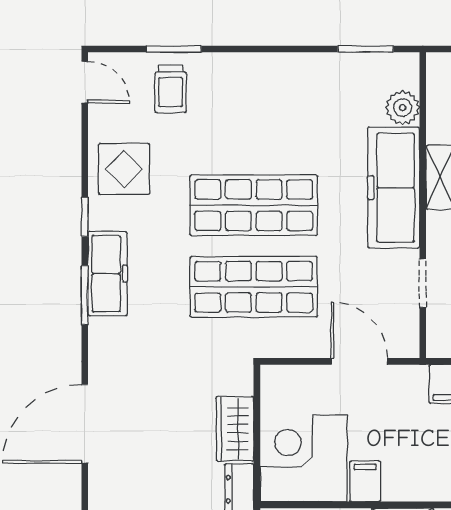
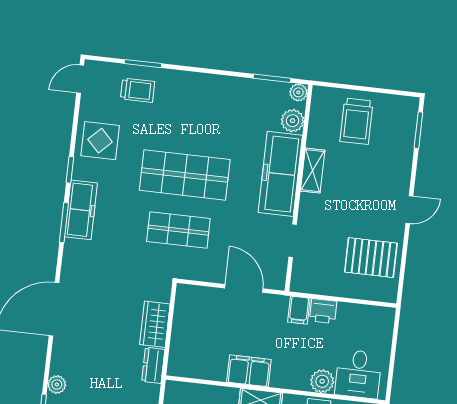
plant: (406, 65) -> (298, 92), added
door: (85, 82) -> (80, 79), swing flipped
trolley: (171, 89) -> (138, 90), turned -90
shop shelf: (254, 287) -> (178, 230), width x0.70, depth x0.74
corner desk: (304, 458) -> (199, 349), removed
filing cabinet: (365, 481) -> (249, 371), width x2.00

